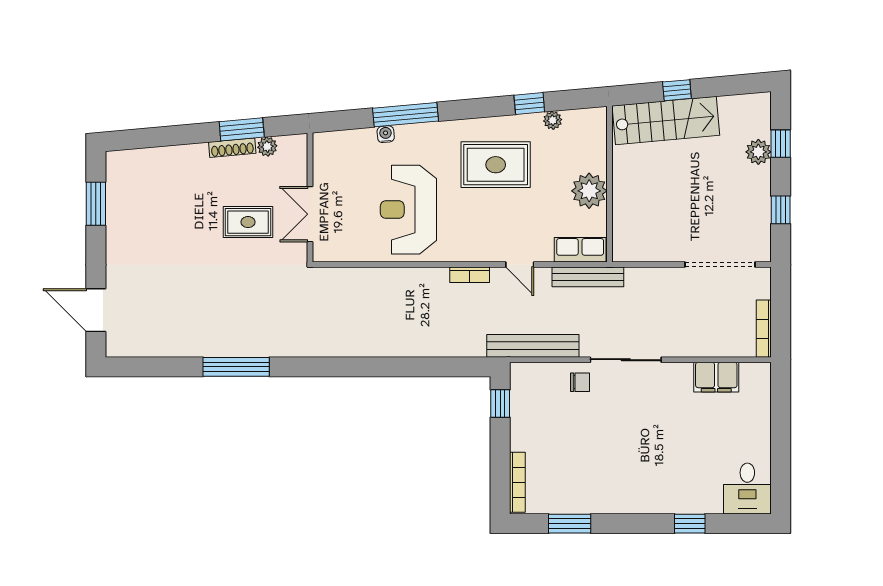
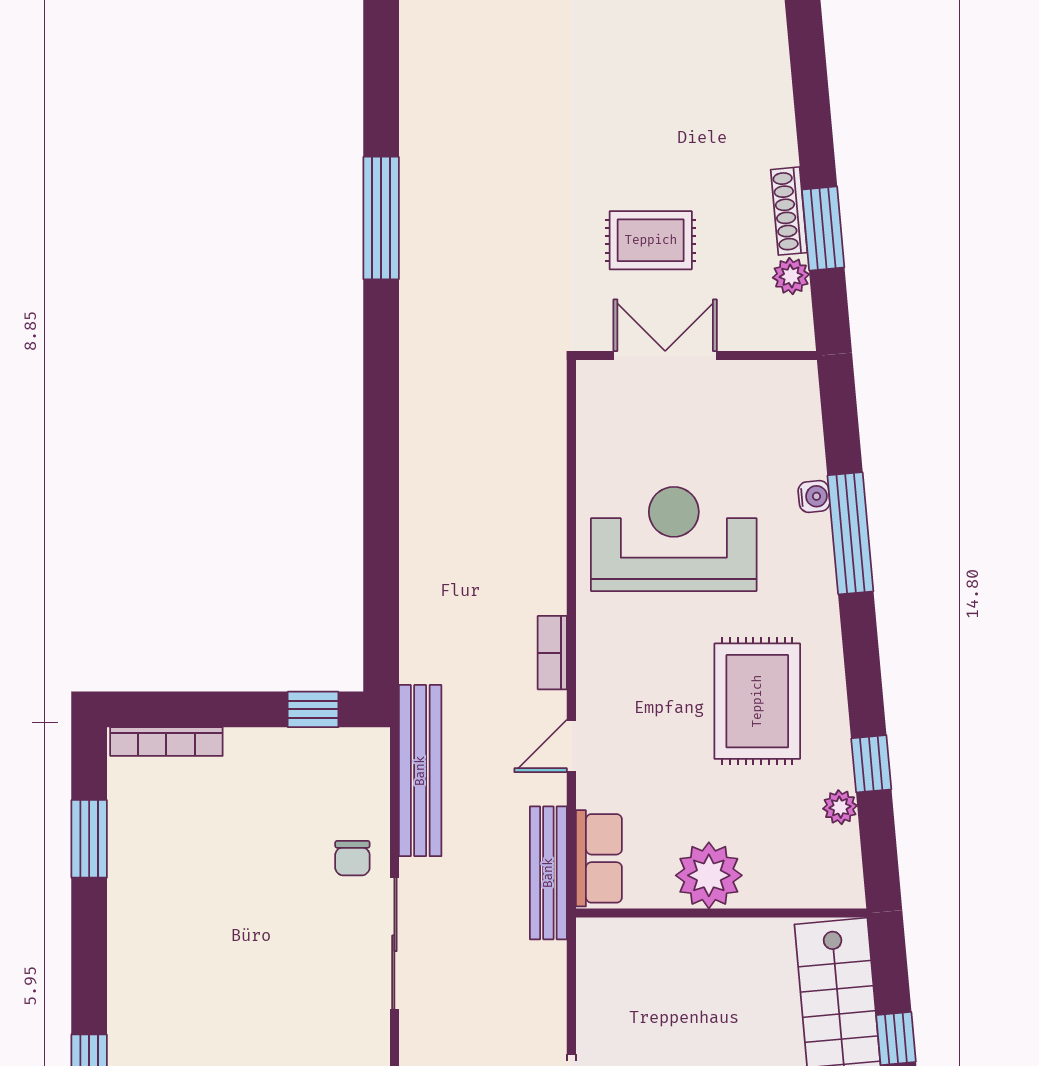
rug: (248, 222) -> (651, 240), turned 90

